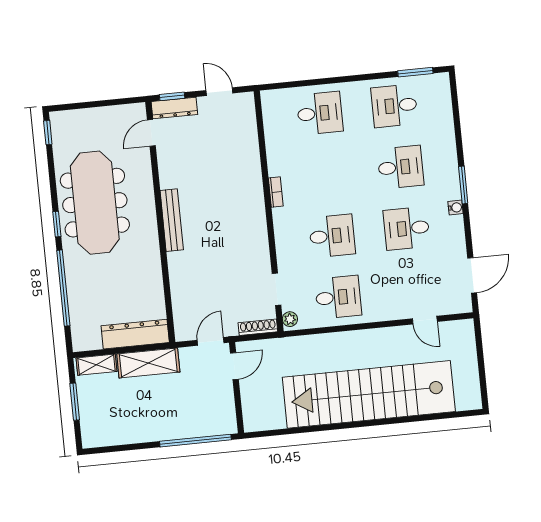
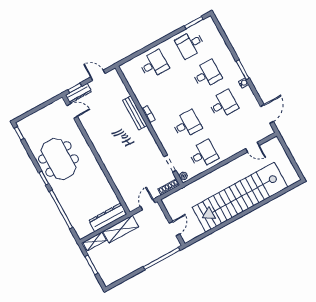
door: (151, 133) -> (72, 111), swing flipped
meeting table: (95, 203) -> (58, 159), width x0.73
bench: (172, 220) -> (135, 113), moved
desk: (407, 228) -> (223, 104), turned 180
door: (234, 366) -> (174, 229), moved

